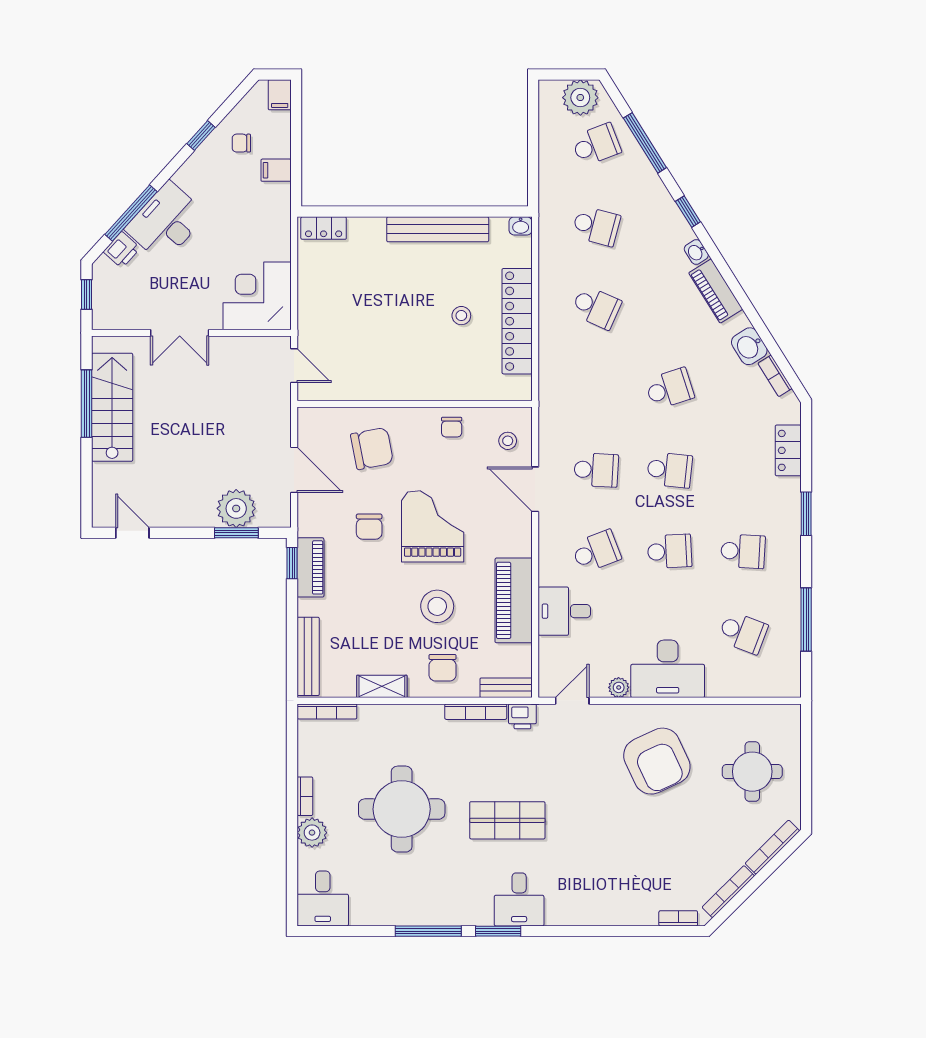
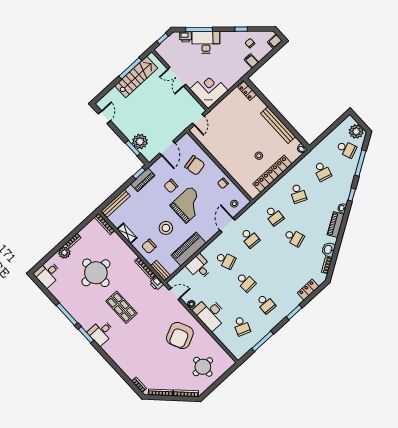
school desk: (670, 470) -> (274, 216), moved

